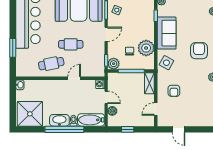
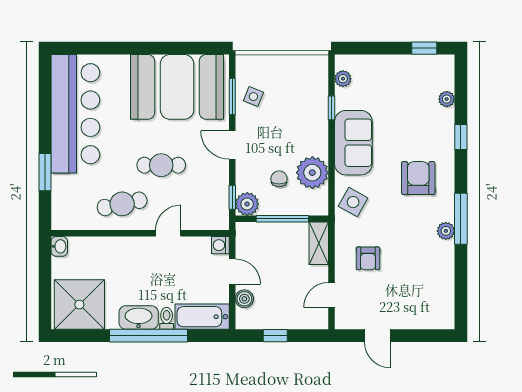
door: (106, 34) -> (232, 145), swing flipped

